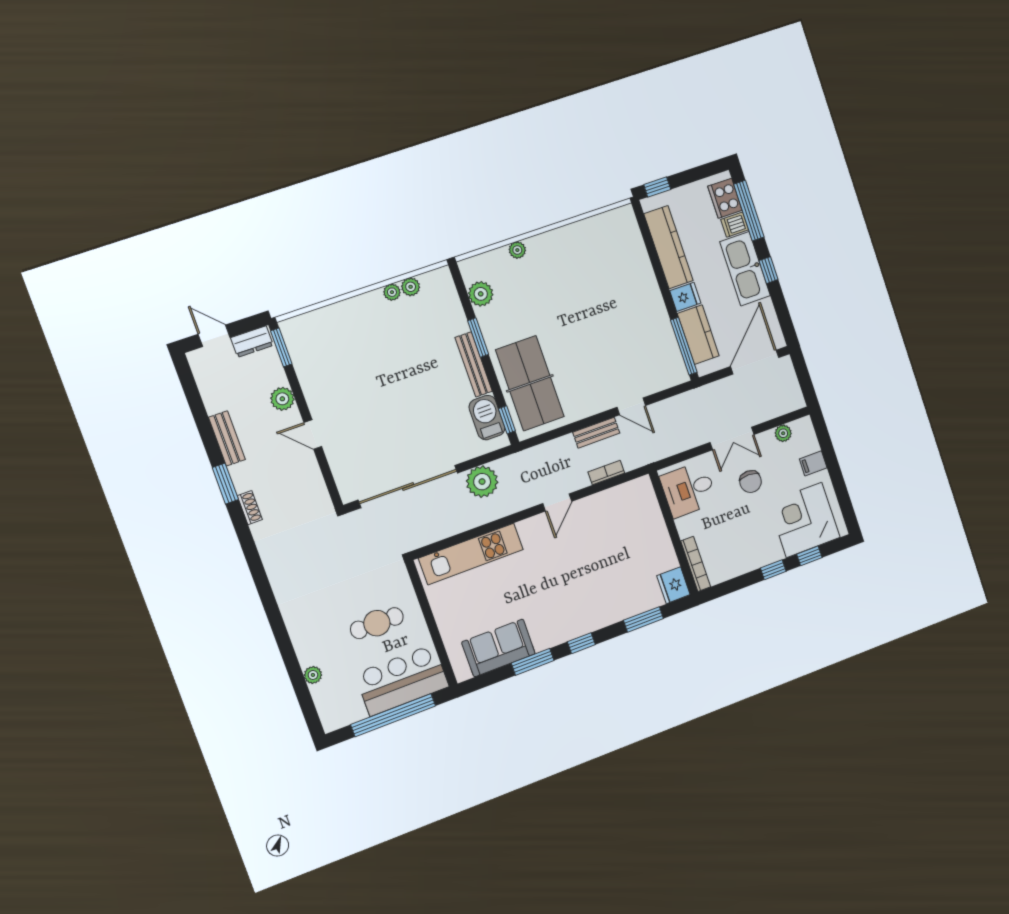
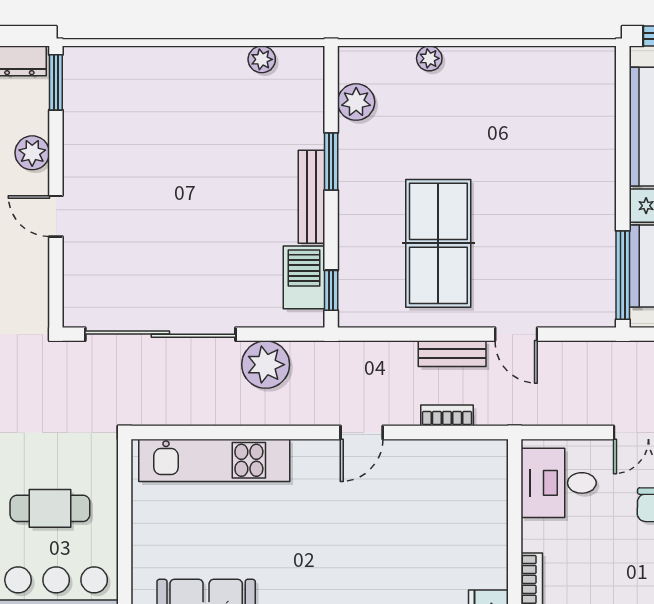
plant: (392, 292) -> (233, 58), removed
table tennis table: (530, 383) -> (438, 243), moved

